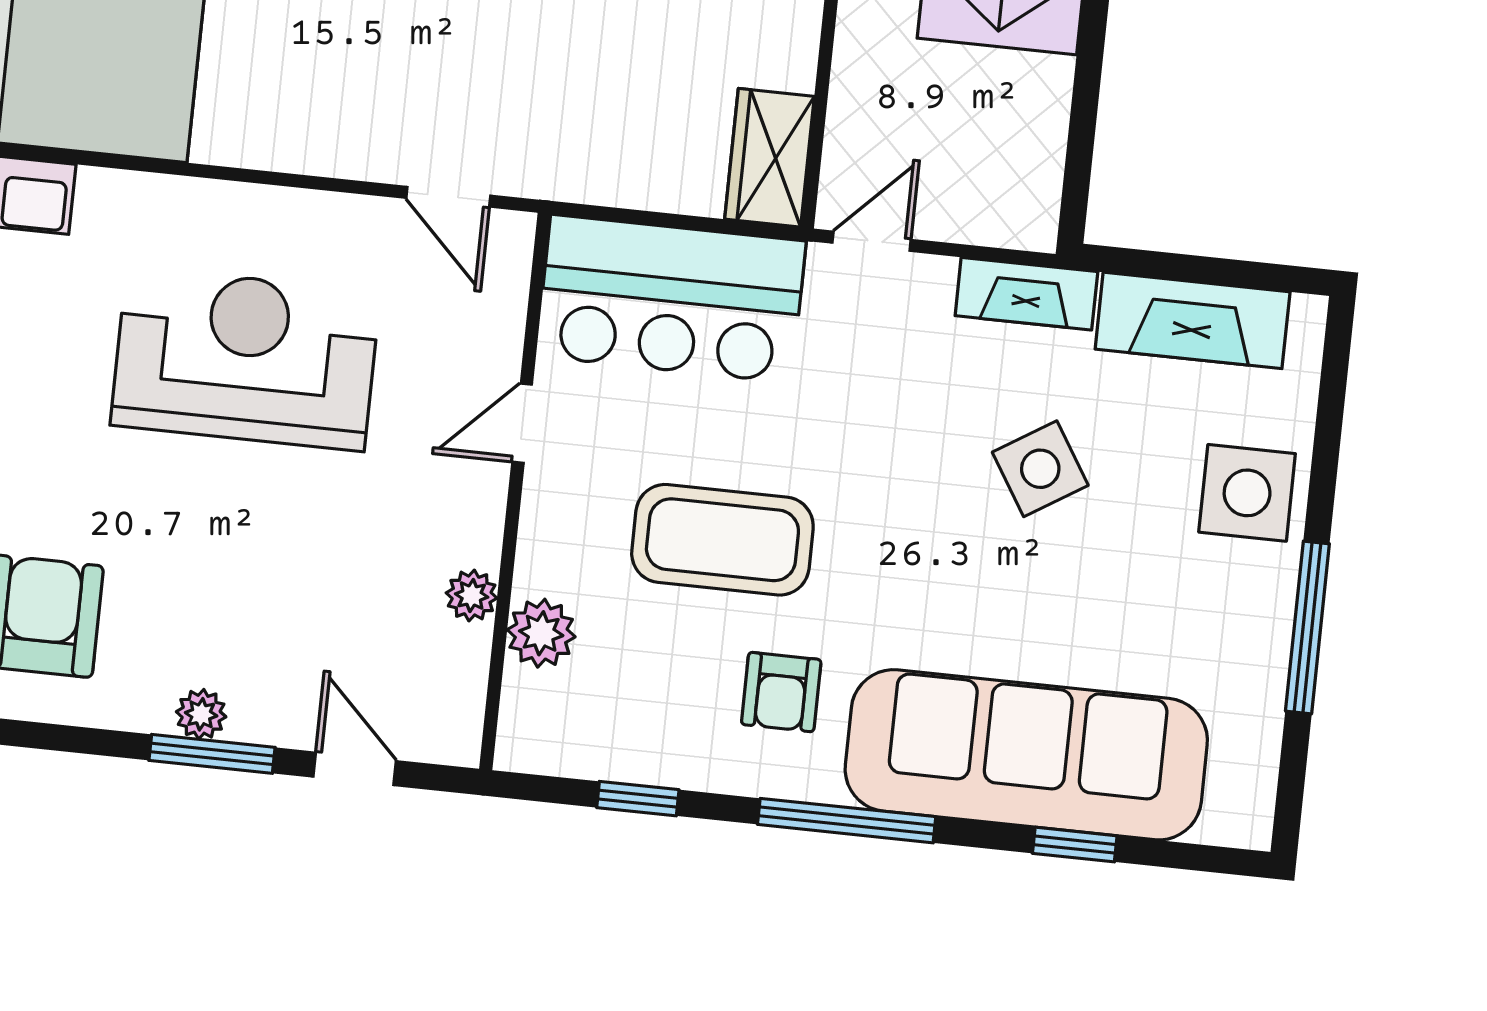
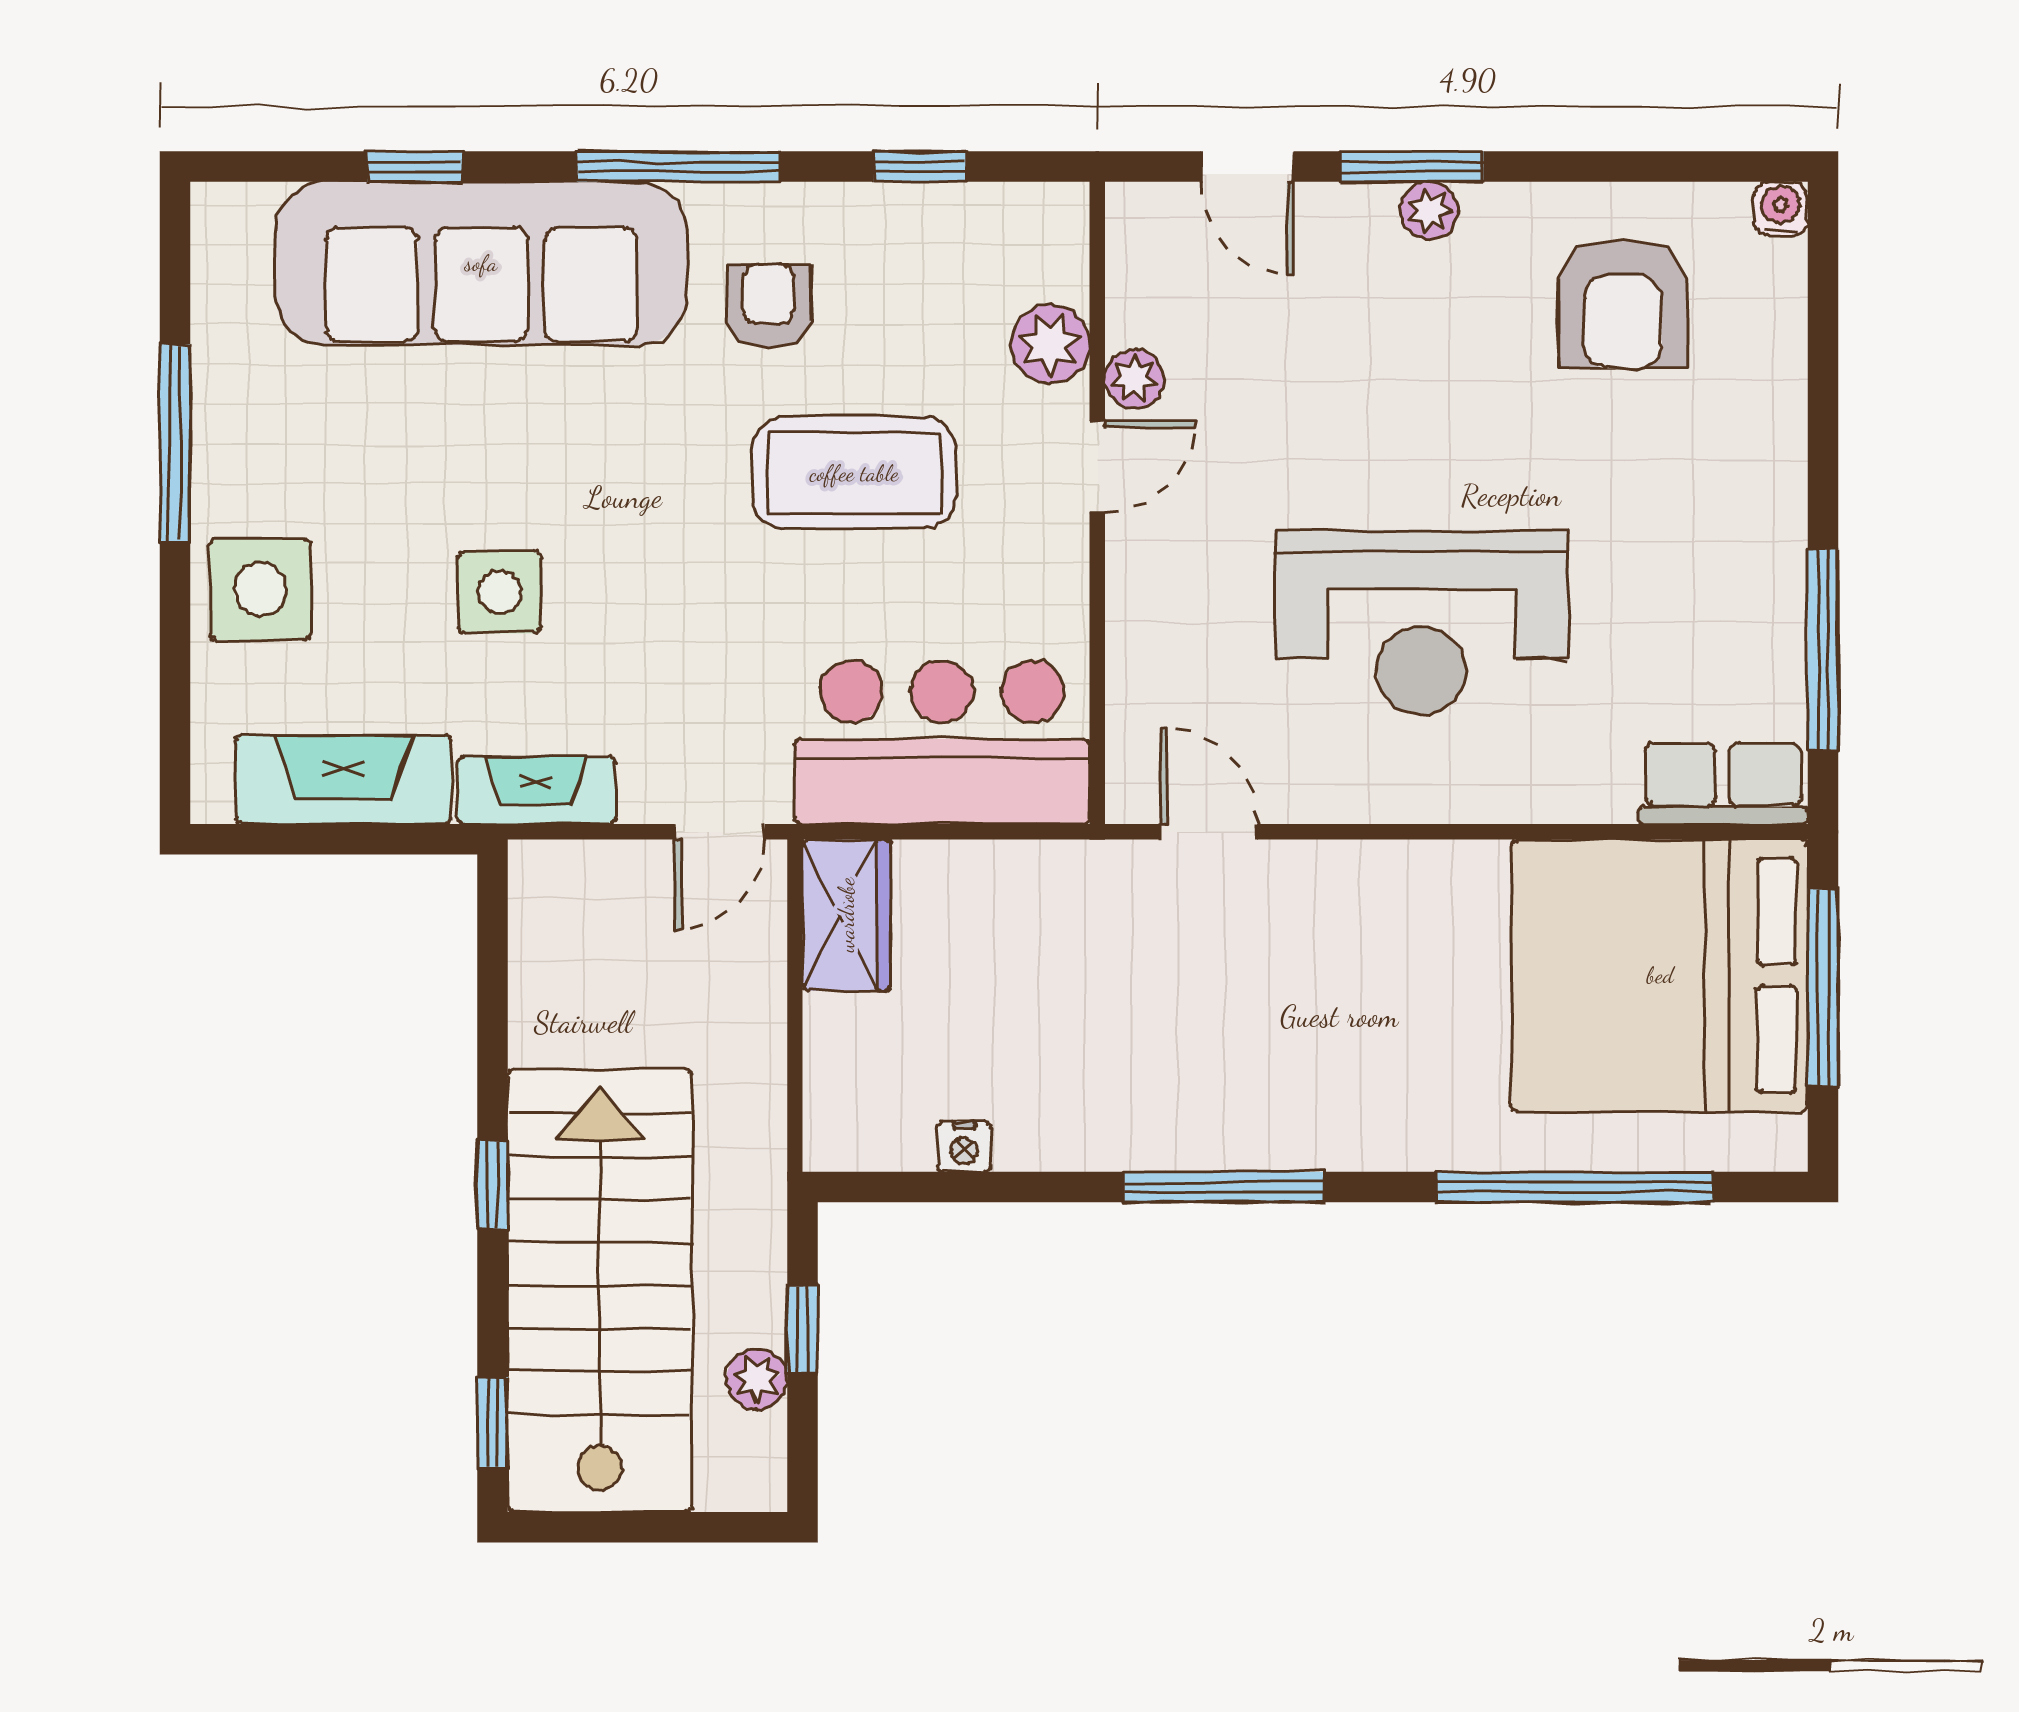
door: (522, 423) -> (1097, 466), moved
side table: (1040, 469) -> (500, 592), turned 32

